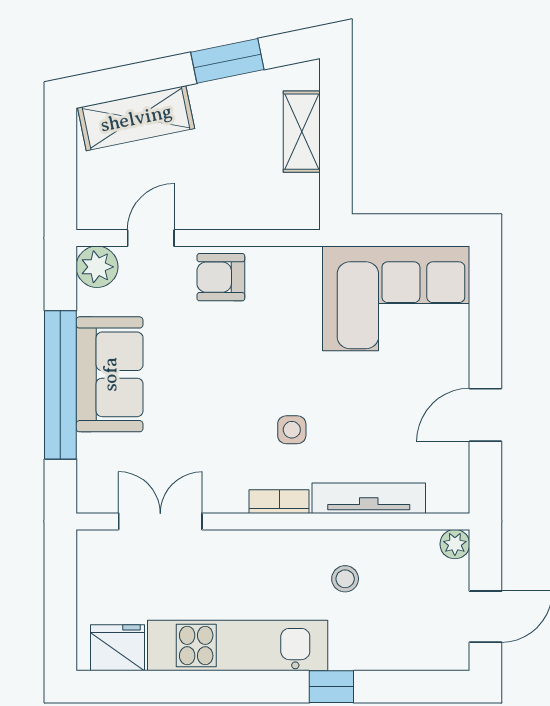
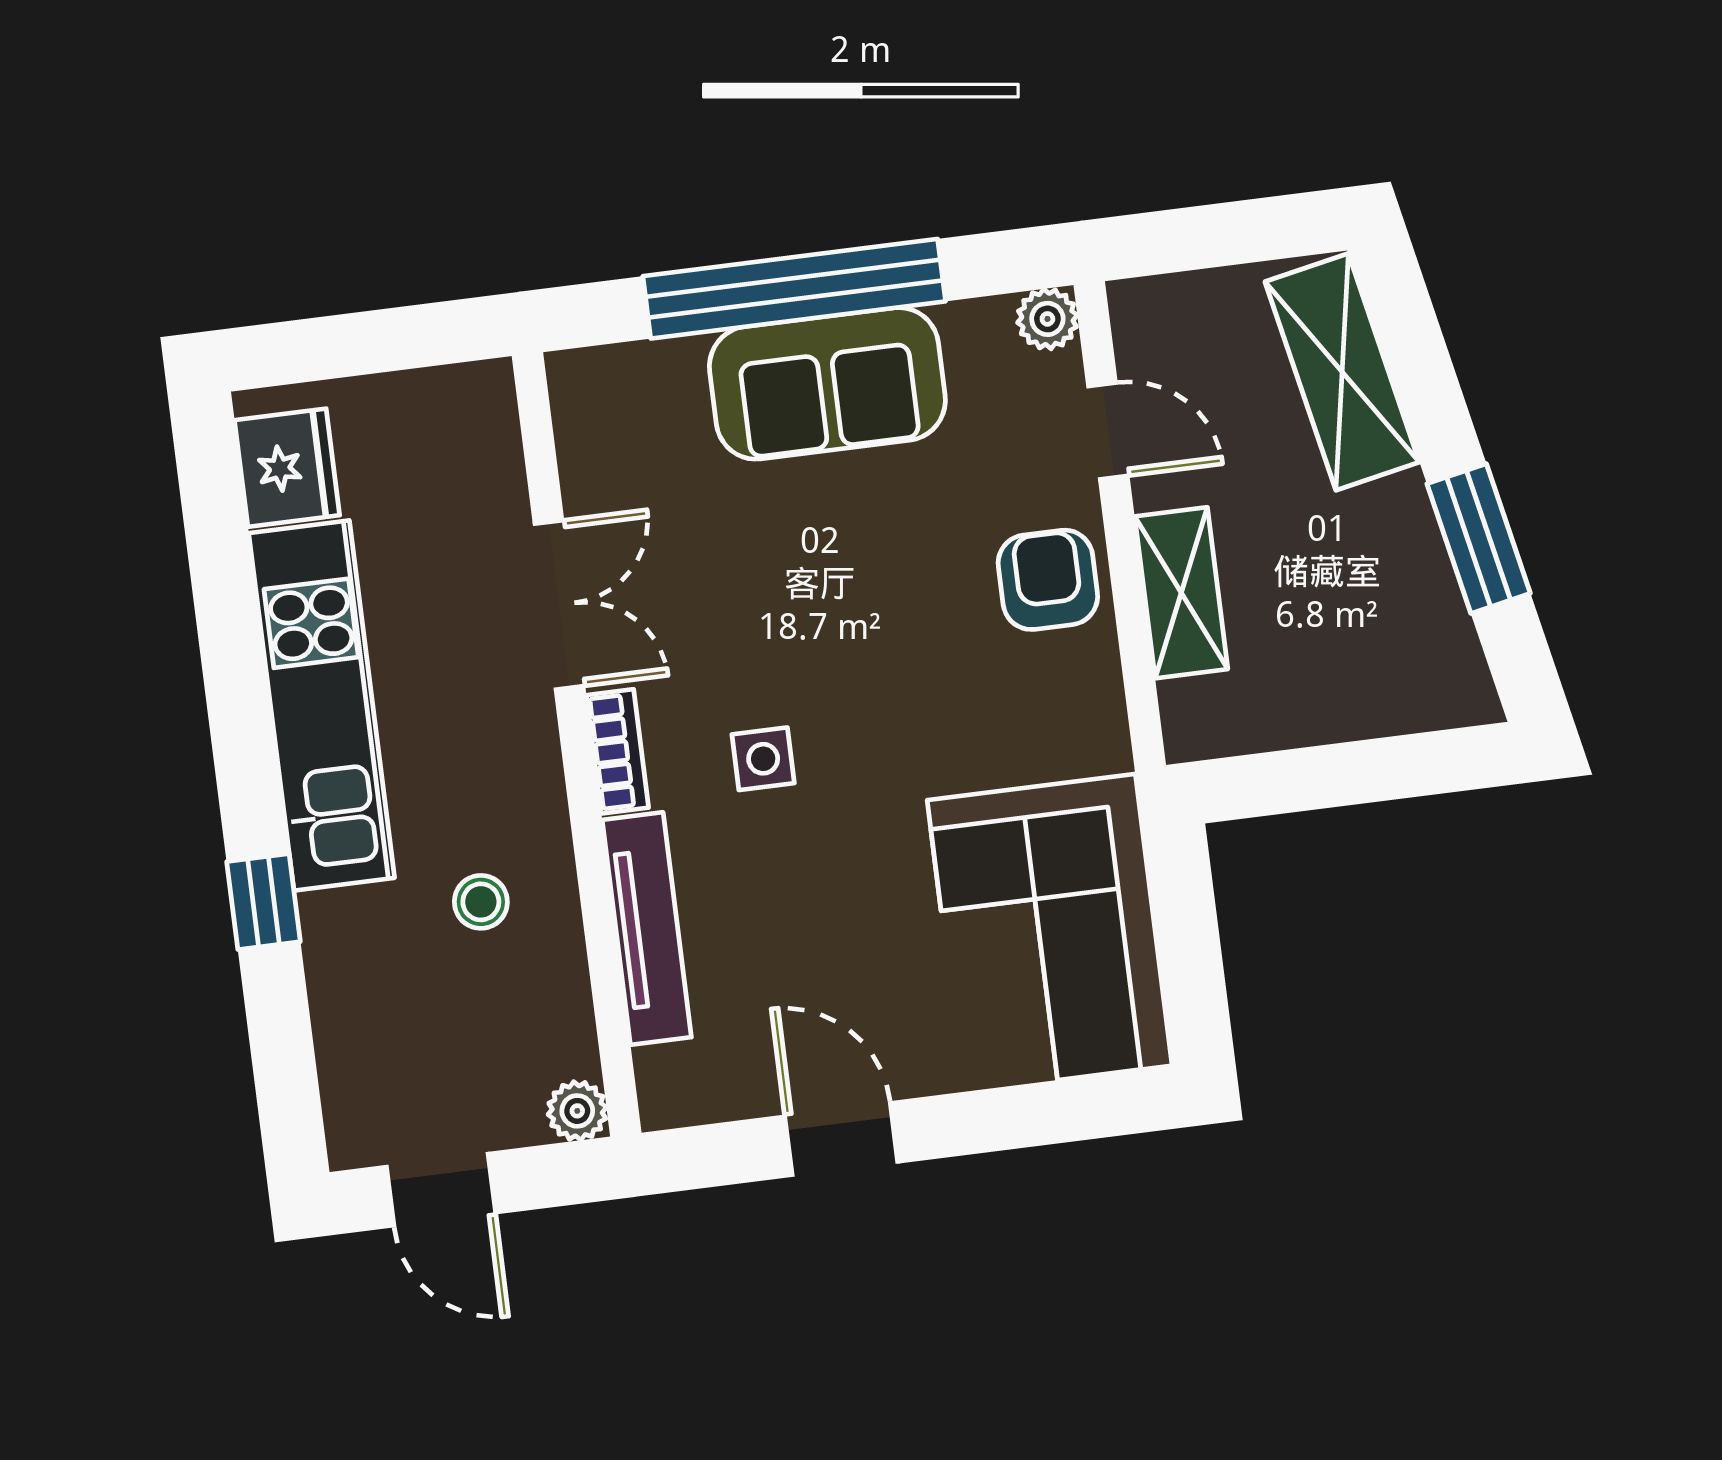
shelving: (302, 132) -> (1181, 593), moved, turned 90
plant: (97, 267) -> (1047, 319), width x0.73, depth x0.73
double door: (160, 521) -> (559, 605), moved

